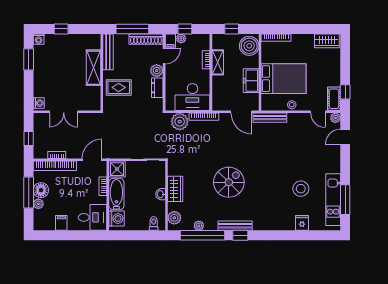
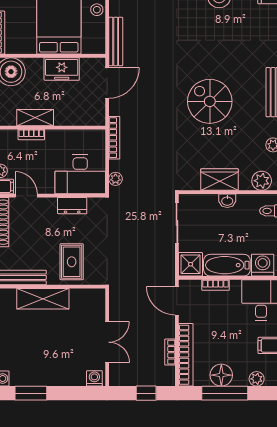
plant: (157, 71) -> (47, 207), removed
desk: (192, 97) -> (80, 174), moved, turned 90
plant: (180, 122) -> (116, 179), width x0.53, depth x0.53
plant: (38, 204) -> (257, 379), moved

